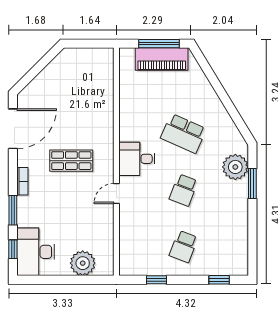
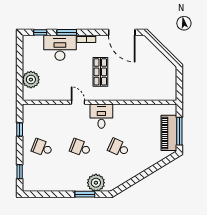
school desk: (184, 133) -> (119, 148), width x0.54
desk: (36, 252) -> (60, 48), moved

